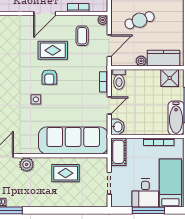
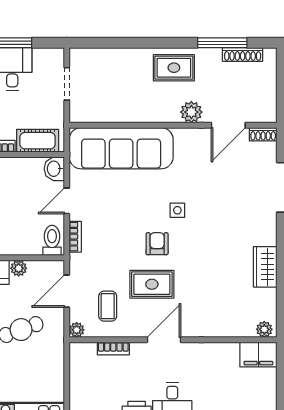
cot: (118, 152) -> (38, 141), moved, turned 90
rug: (66, 173) -> (174, 68), moved

